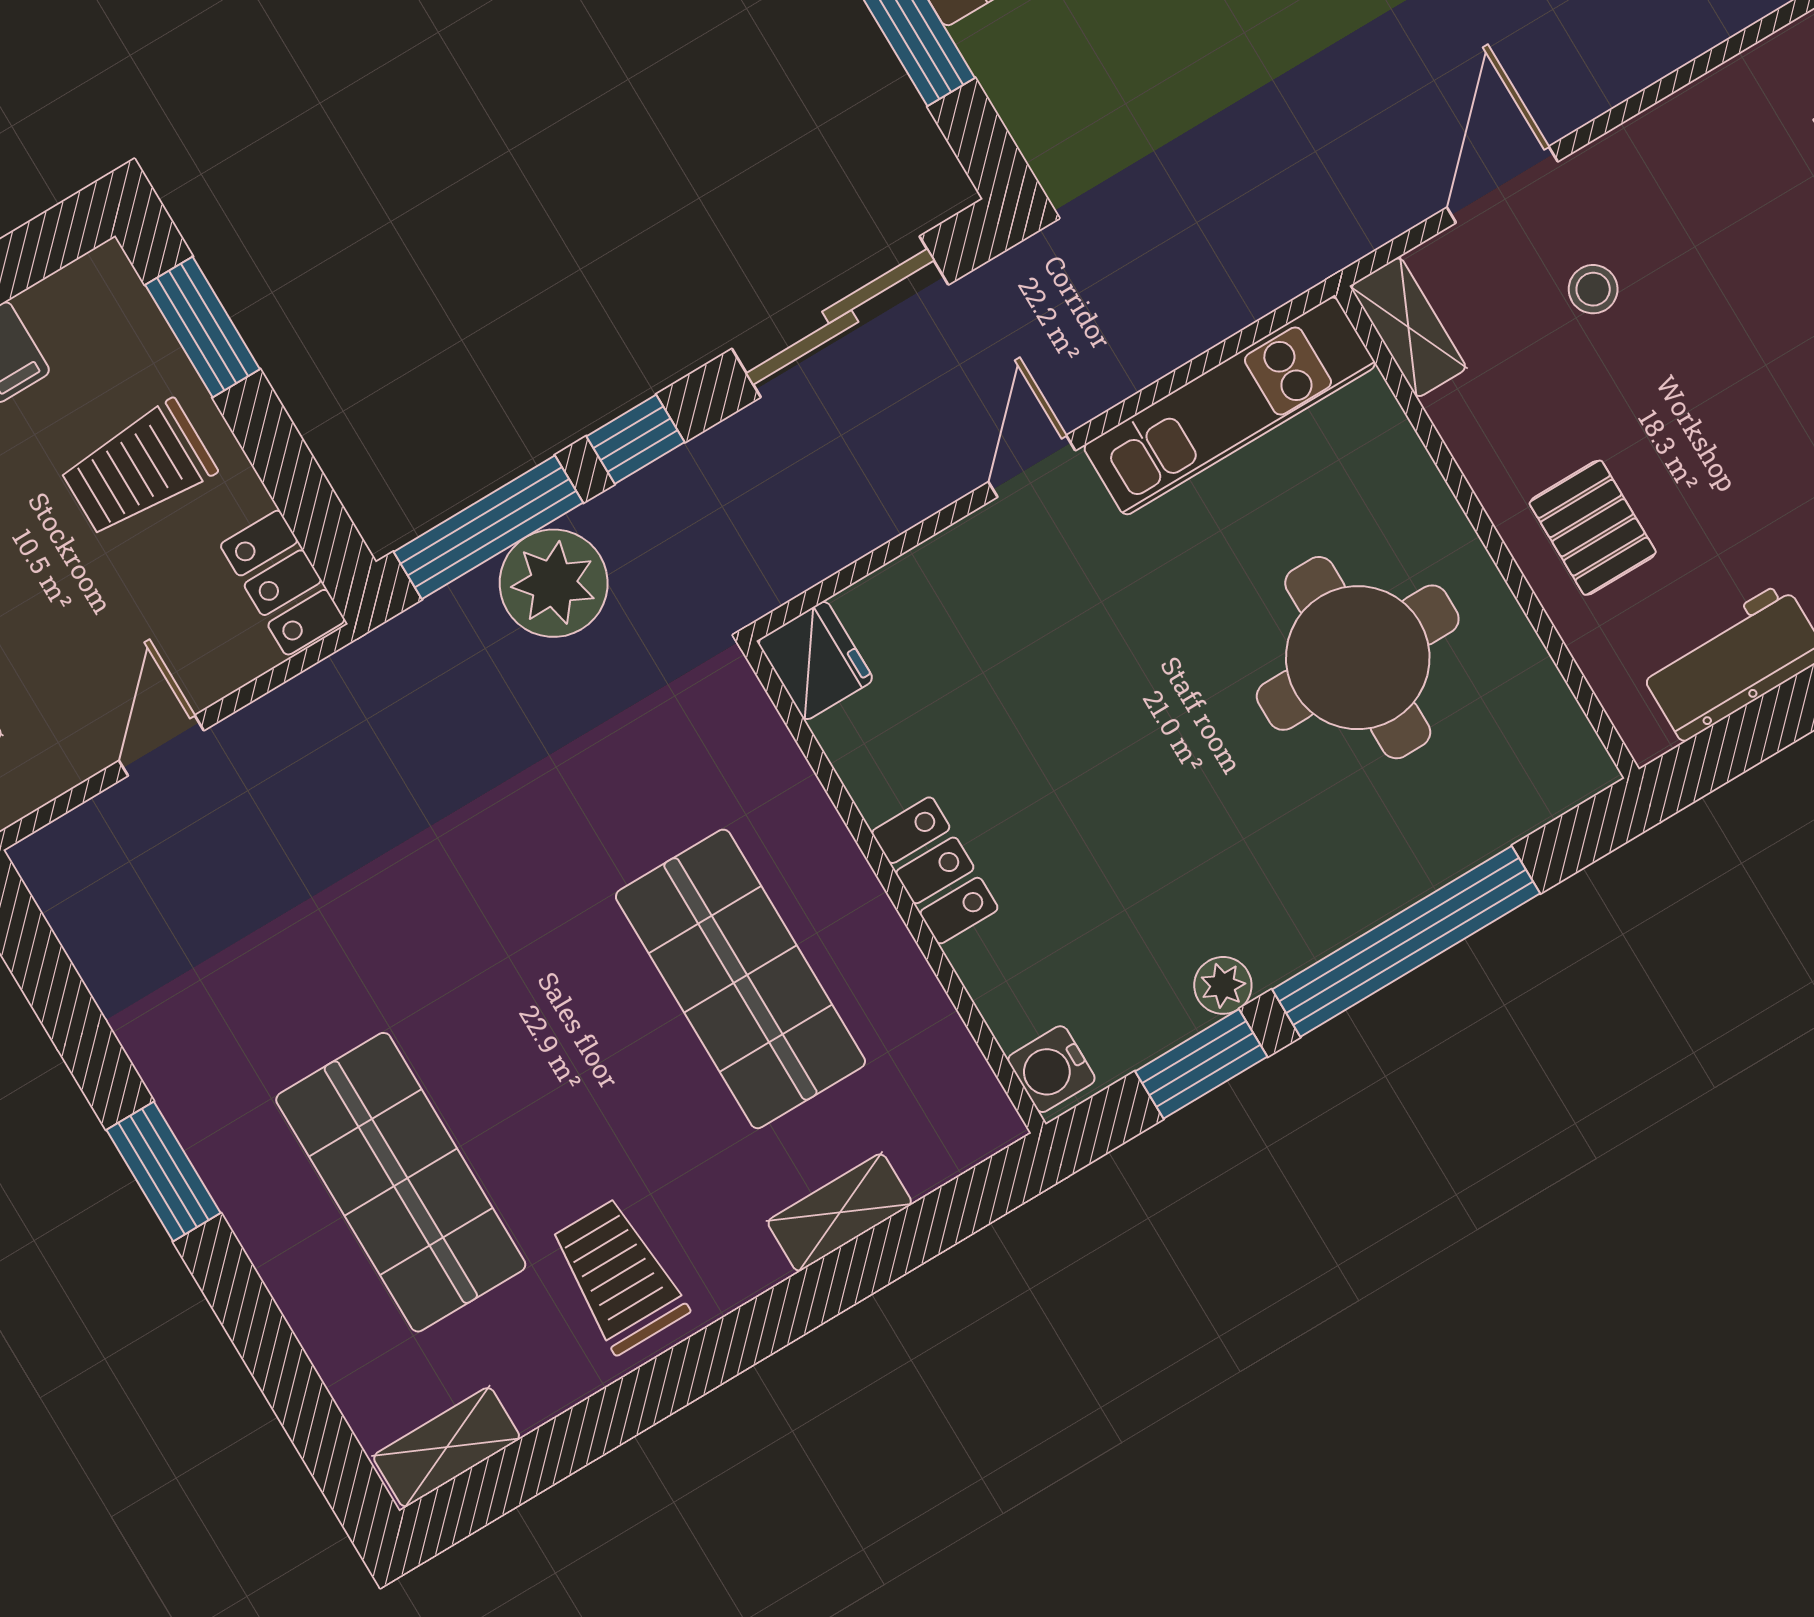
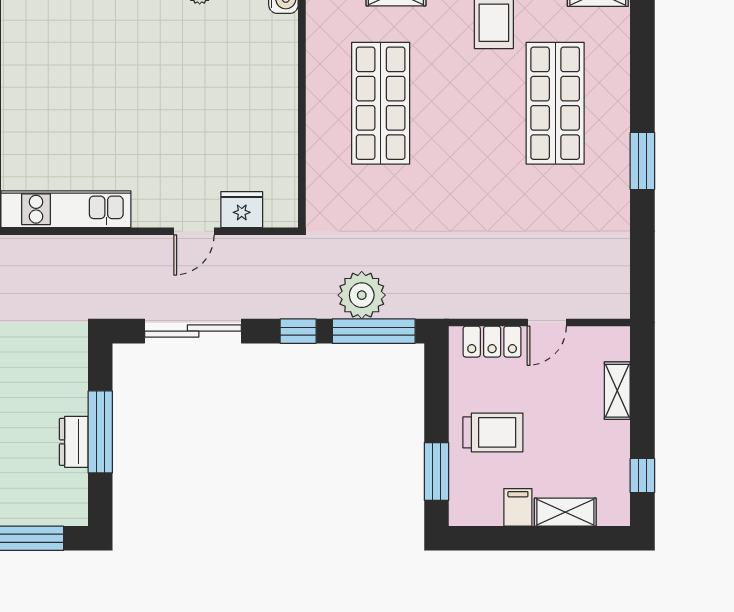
door: (1032, 466) -> (194, 231), moved
locker: (283, 583) -> (492, 342), moved, turned 90
round table: (1358, 658) -> (74, 85), removed
fridge: (815, 661) -> (242, 210), moved, turned 90
locker: (935, 870) -> (283, 100), removed

